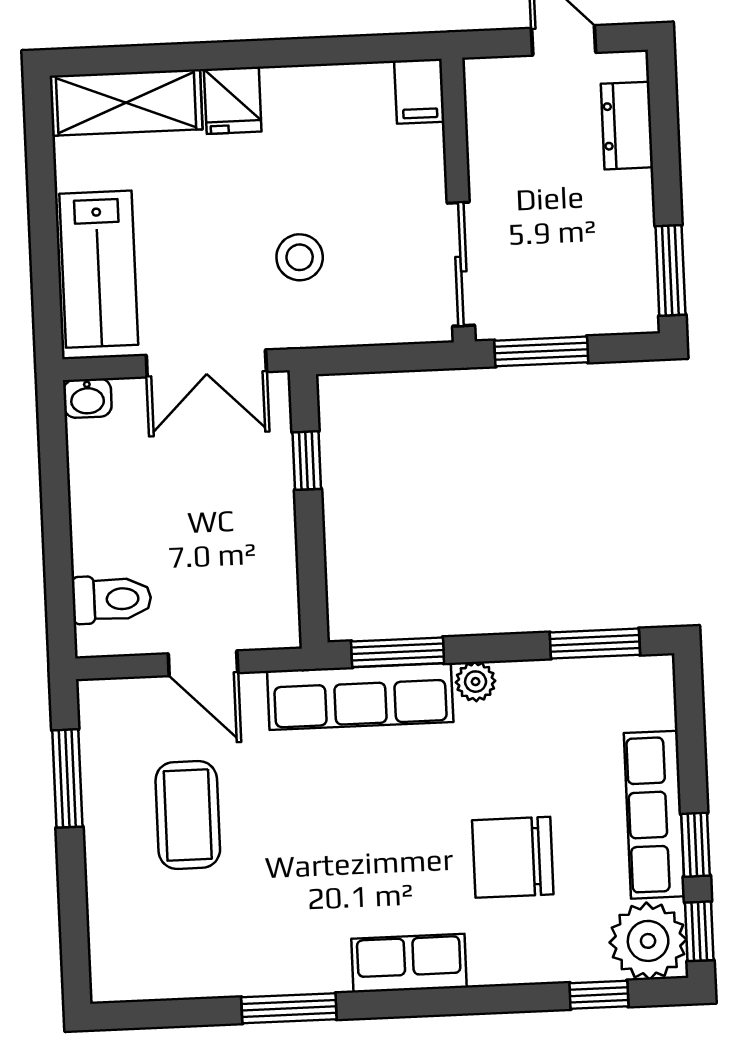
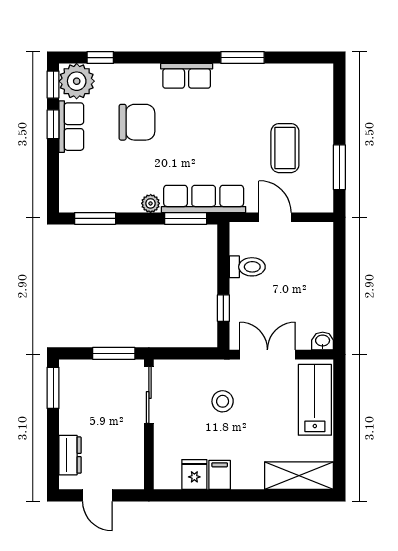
filing cabinet: (419, 91) -> (220, 475), moved
fridge: (233, 100) -> (194, 474), moved
toilet: (112, 599) -> (247, 267), moved, turned 180
row of seats: (654, 815) -> (71, 127), width x0.68

